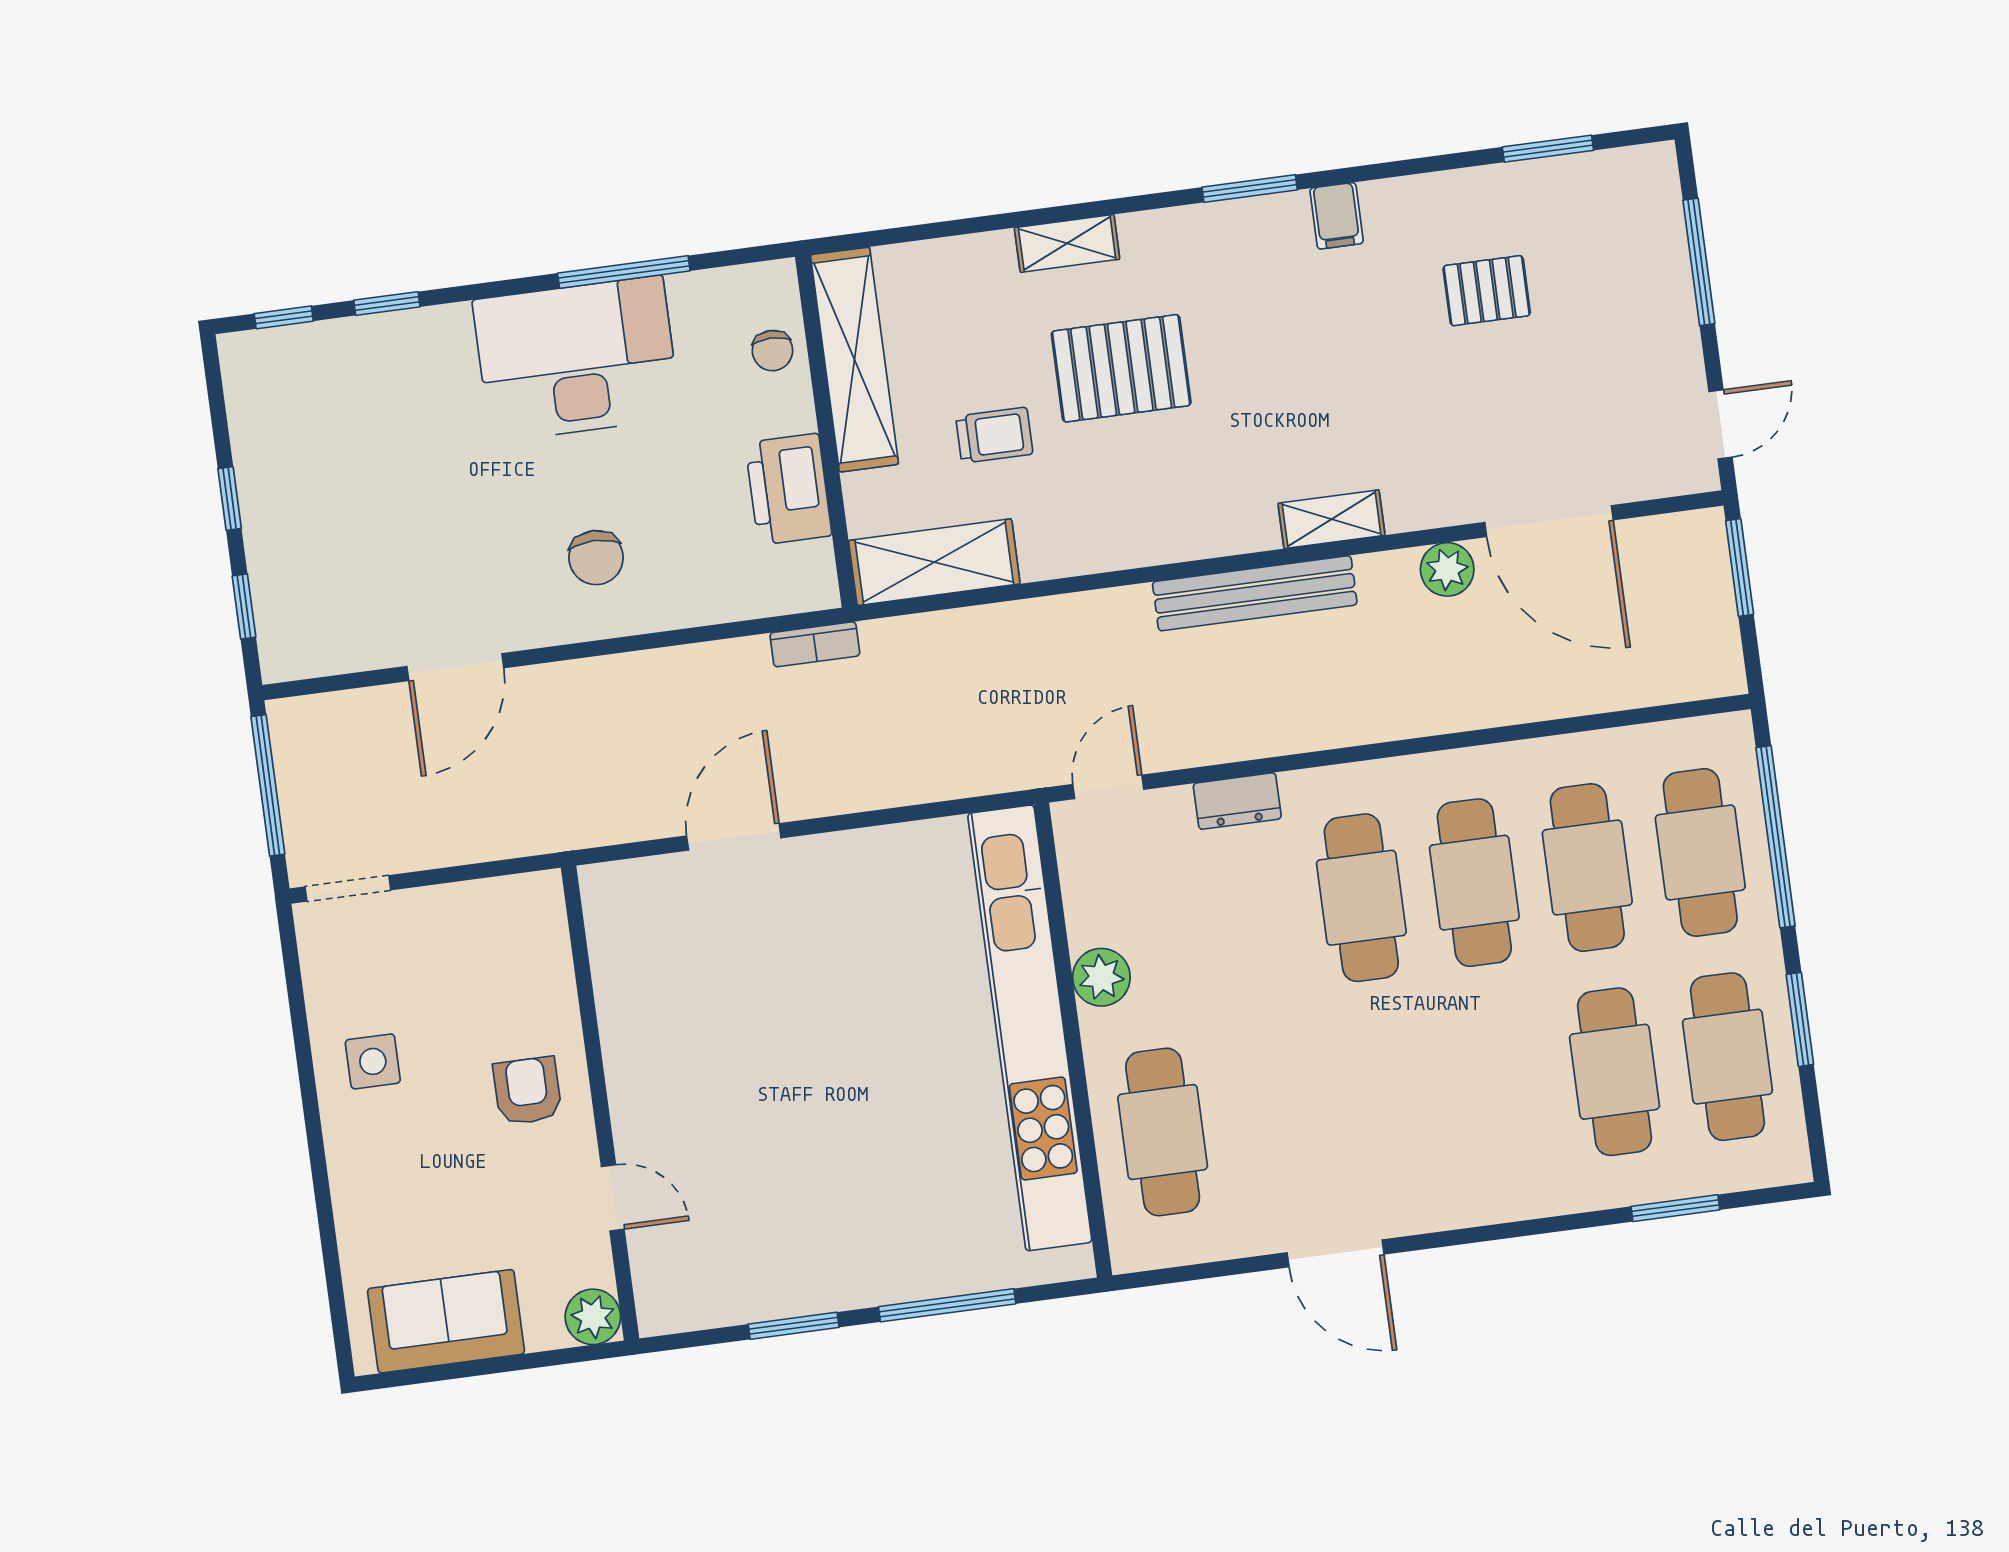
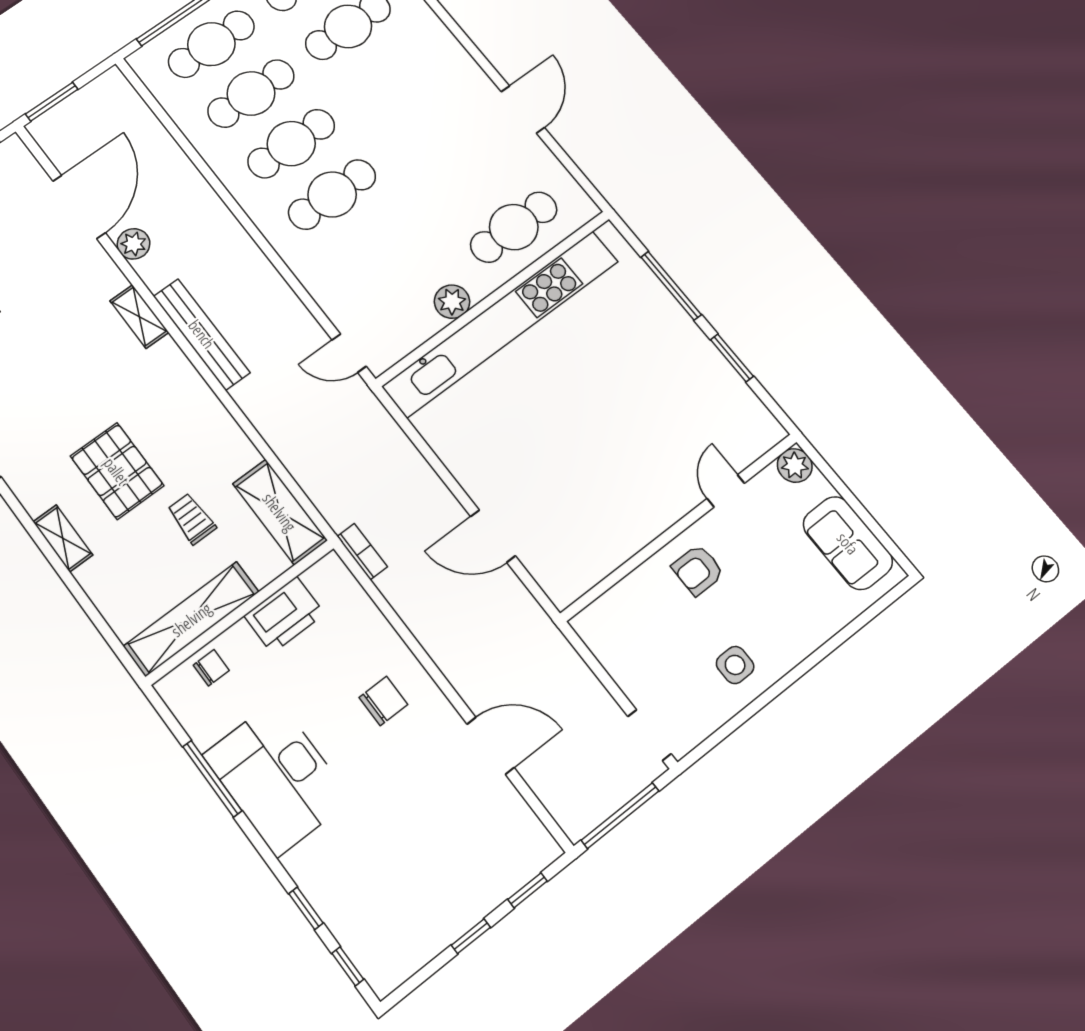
dresser: (1237, 801) -> (318, 283), removed

